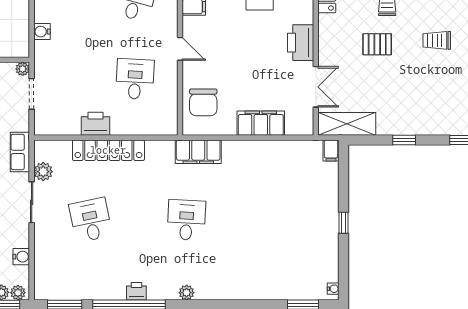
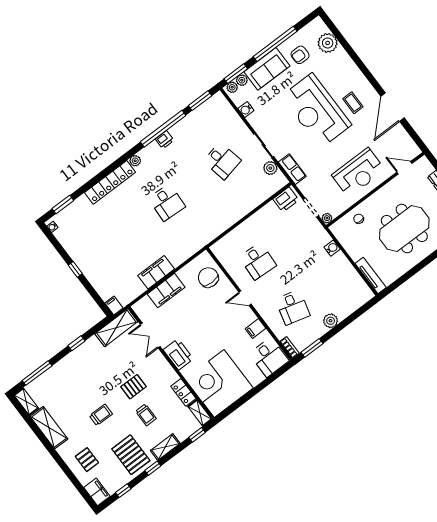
printer: (95, 124) -> (286, 200), moved
locker: (108, 150) -> (110, 182), moved, turned 180
filing cabinet: (198, 152) -> (156, 272), moved

